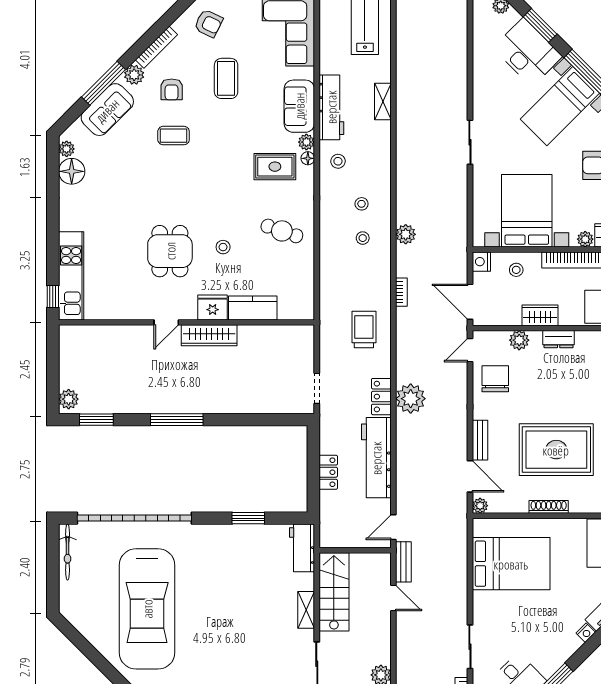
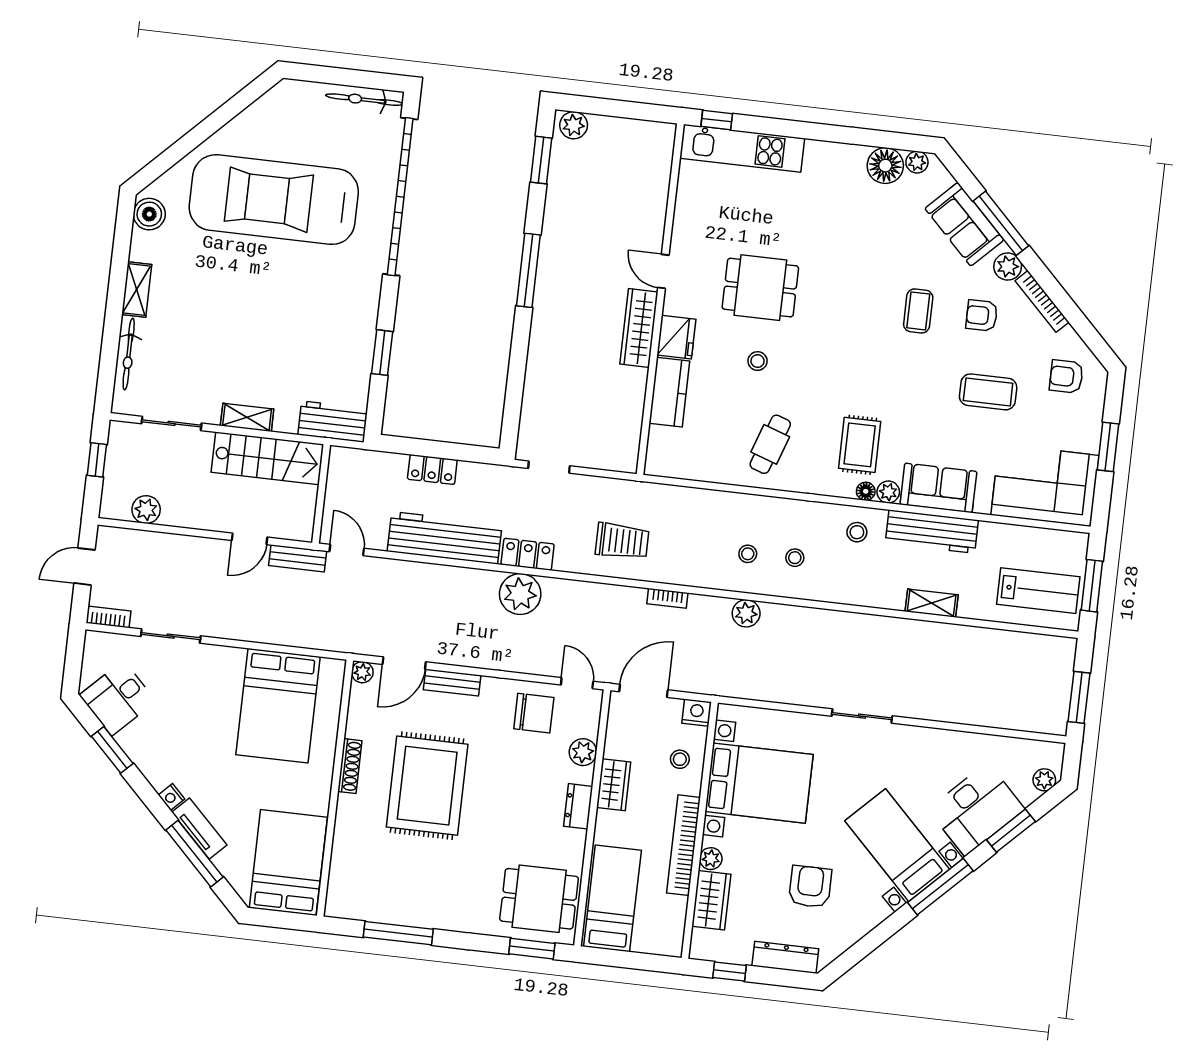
armchair: (209, 23) -> (1066, 377), turned 64

